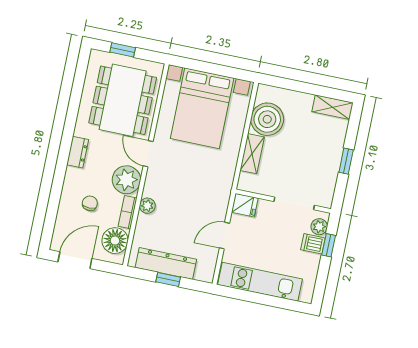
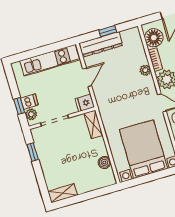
boiler: (267, 119) -> (104, 162), width x0.54, depth x0.54
shelving: (252, 154) -> (93, 124), moved
window: (346, 161) -> (33, 152), moved
dresser: (166, 263) -> (101, 44), moved

